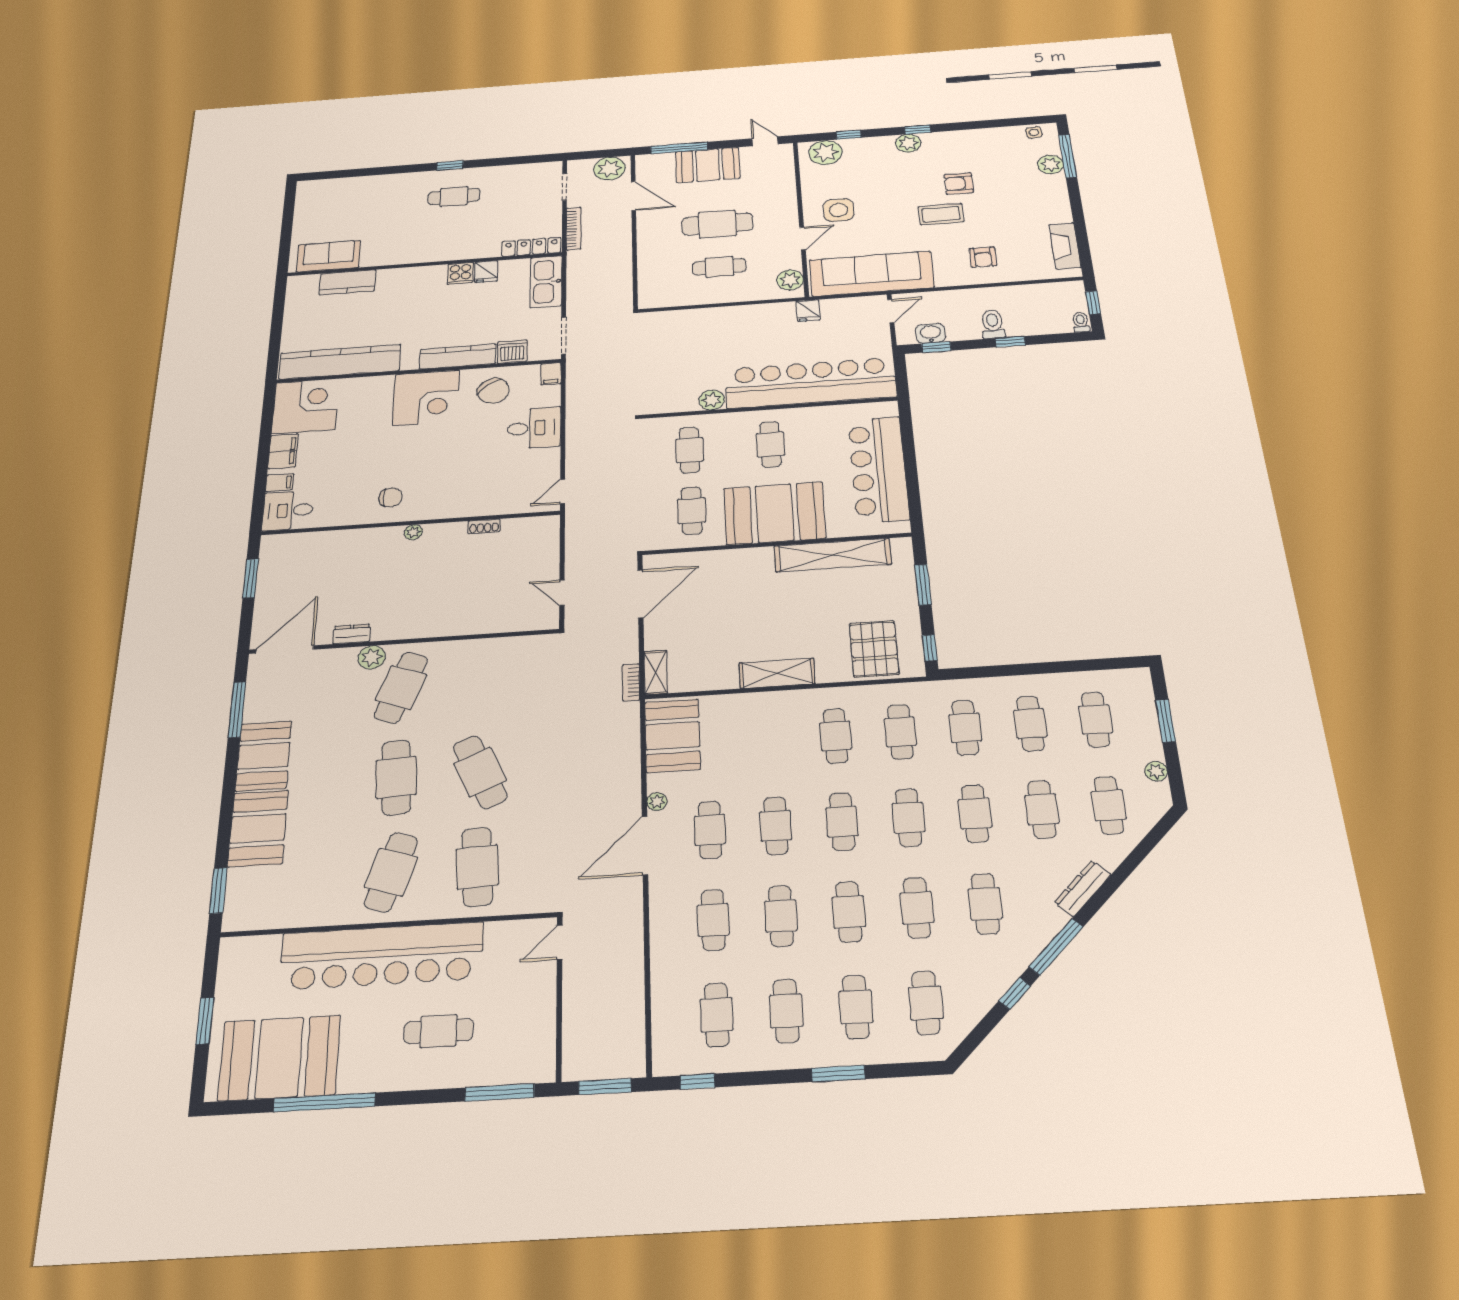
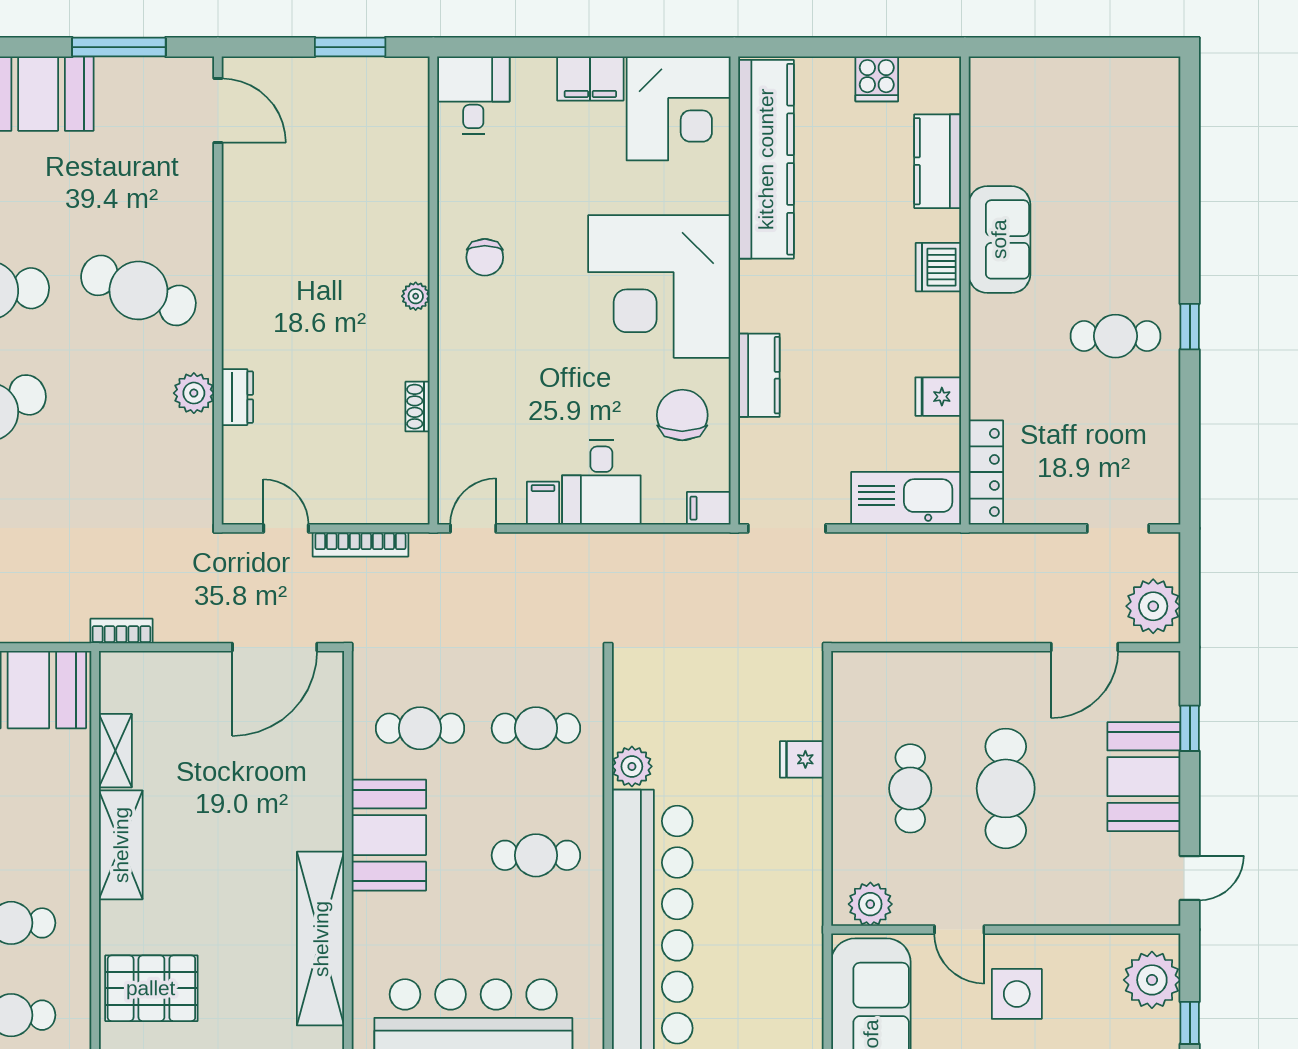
window: (679, 148) -> (1190, 728), width x0.46
cafe table: (454, 196) -> (1116, 336), turned 90
bookcase: (574, 229) -> (360, 544), moved
sofa: (328, 256) -> (999, 239), moved
cooker: (460, 273) -> (877, 79), moved, turned -90
fridge: (808, 311) -> (802, 759), moved
dishwasher: (512, 352) -> (938, 267), moved, turned 180
kitchen counter: (458, 357) -> (759, 375), width x0.67
chair: (493, 391) -> (682, 415), turned 126
corner desk: (426, 398) -> (659, 287), width x1.36, depth x1.36
filing cabinet: (279, 483) -> (543, 503), moved, turned 180
door: (563, 492) -> (473, 528), hinge flipped
booth: (774, 513) -> (389, 835), width x0.73, depth x0.70
door: (562, 593) -> (286, 528), hinge flipped
door: (641, 594) -> (275, 647), hinge flipped
dresser: (352, 634) -> (237, 397), moved
door: (285, 649) -> (218, 111), width x0.73
plant: (372, 657) -> (194, 393), moved
shelving: (656, 672) -> (115, 751), moved, turned 90

